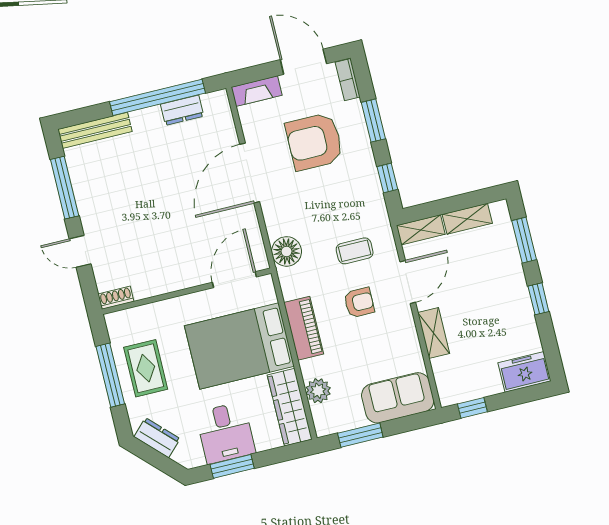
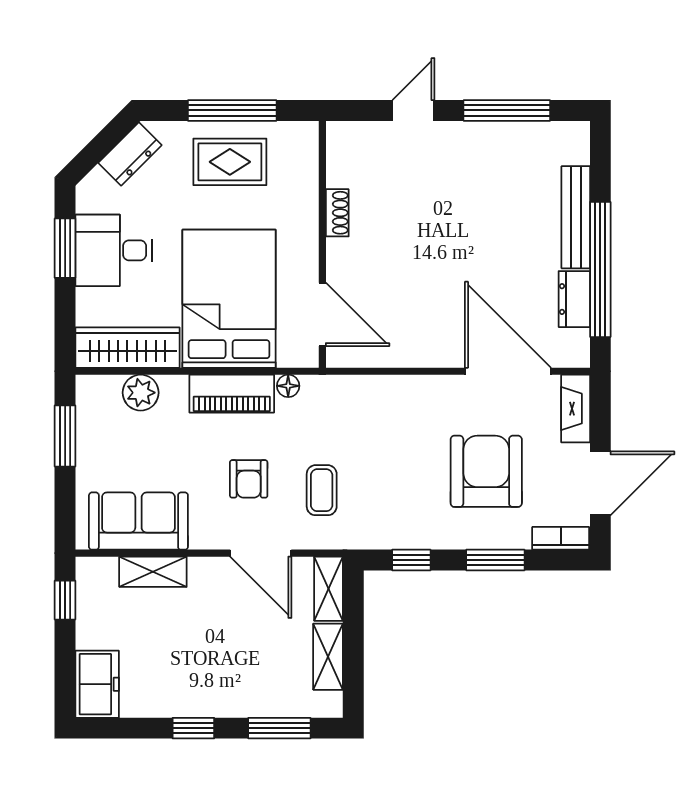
bench: (95, 130) -> (576, 217), moved
door: (250, 173) -> (508, 371), moved
floor lamp: (287, 251) -> (288, 386), moved, width x0.53, depth x0.53
shoe rack: (116, 298) -> (337, 213), moved
shelving: (434, 333) -> (153, 572), moved
sofa: (398, 398) -> (138, 521), moved, turned -90

